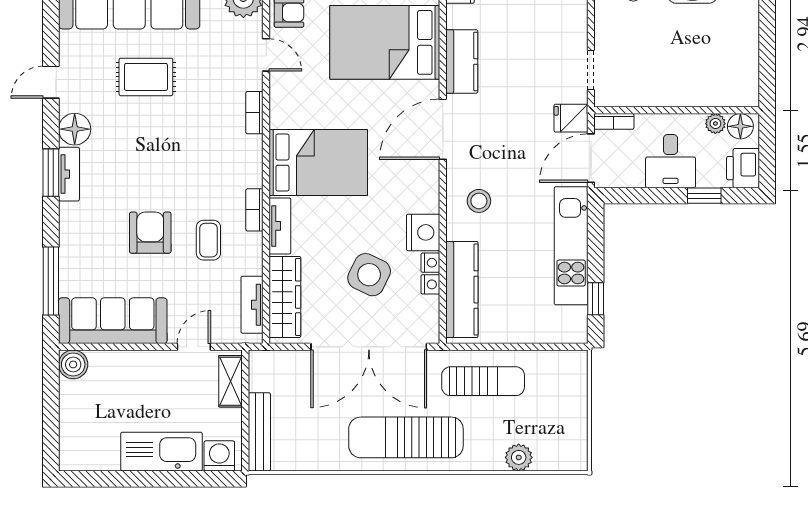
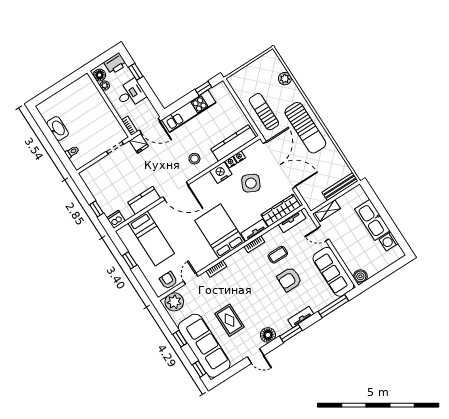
bed: (385, 42) -> (151, 238), width x0.67
tv unit: (69, 174) -> (301, 317), moved
washing machine: (219, 456) -> (389, 241), moved

